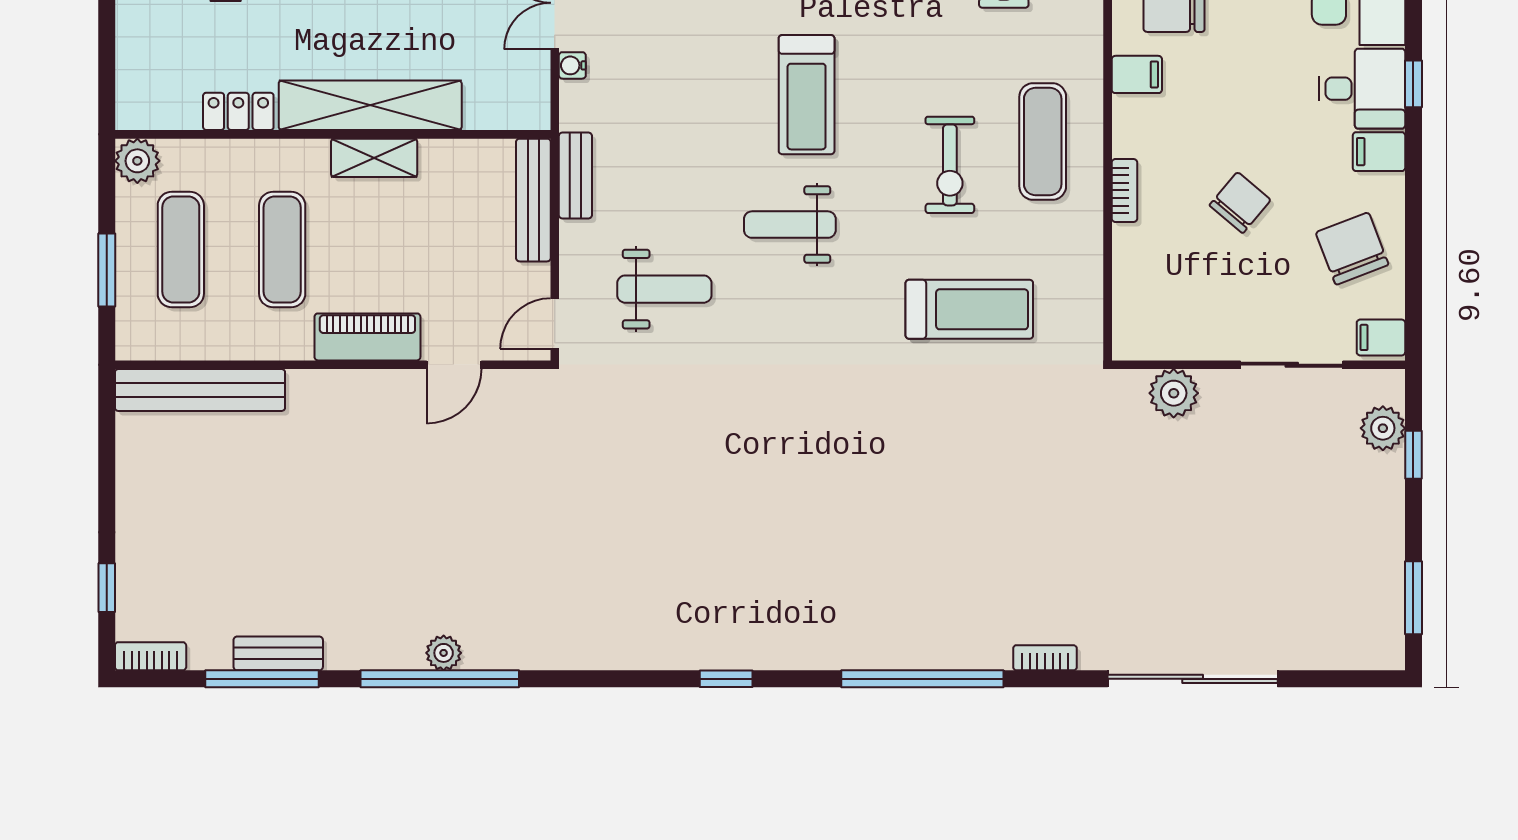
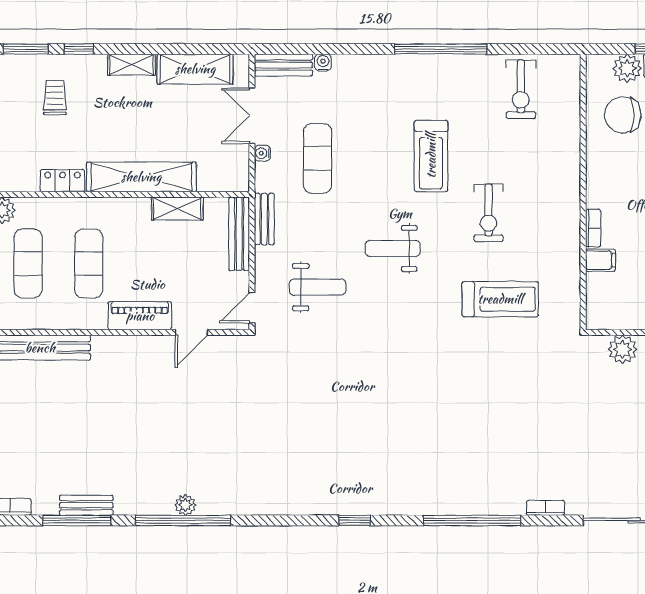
filing cabinet: (1137, 74) -> (600, 260), moved
treadmill: (807, 95) -> (431, 156), moved
exercise mat: (1043, 142) -> (318, 158), moved
shelving: (374, 158) -> (177, 209), moved

